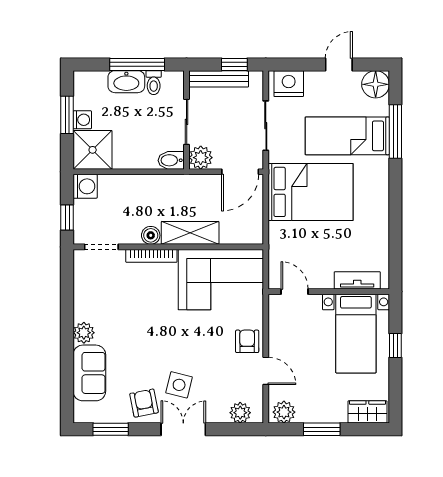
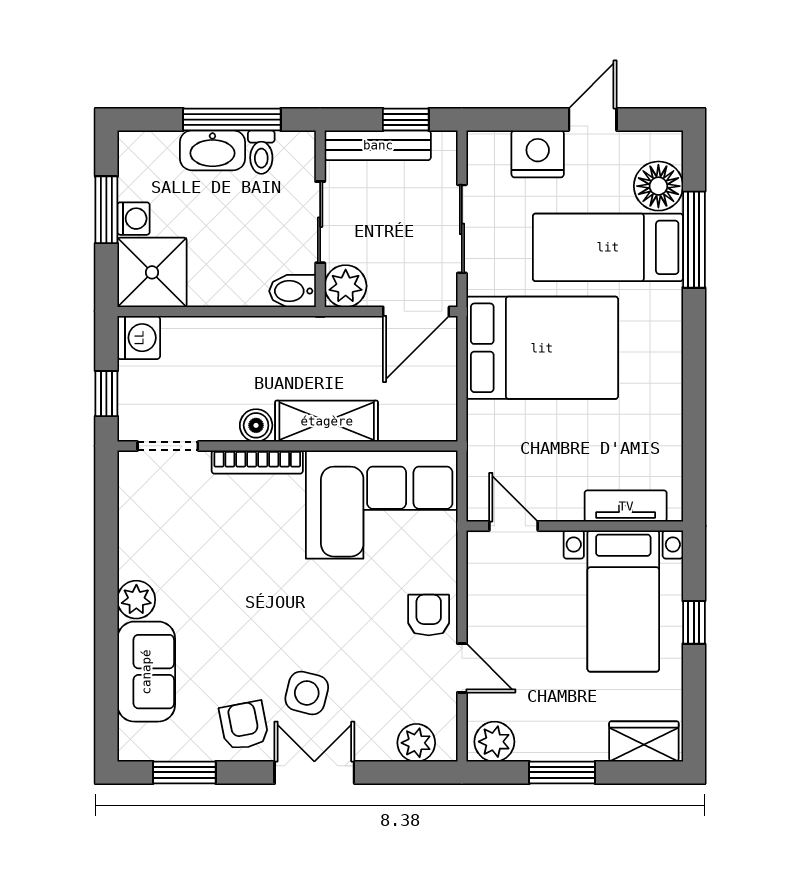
nightstand: (289, 84) -> (538, 154), moved
floor lamp: (376, 84) -> (658, 186), moved

